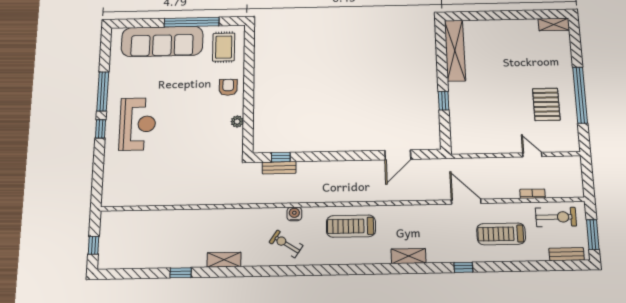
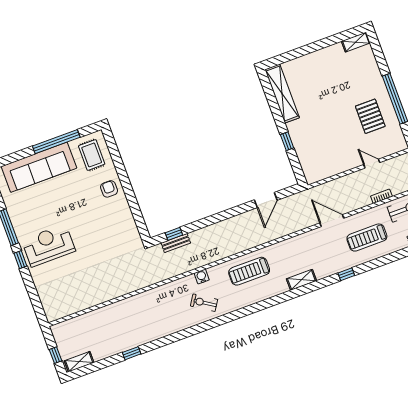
plant: (237, 121) -> (128, 216), removed
reception desk: (138, 124) -> (48, 245), turned -90
shelving: (224, 260) -> (79, 362), moved

